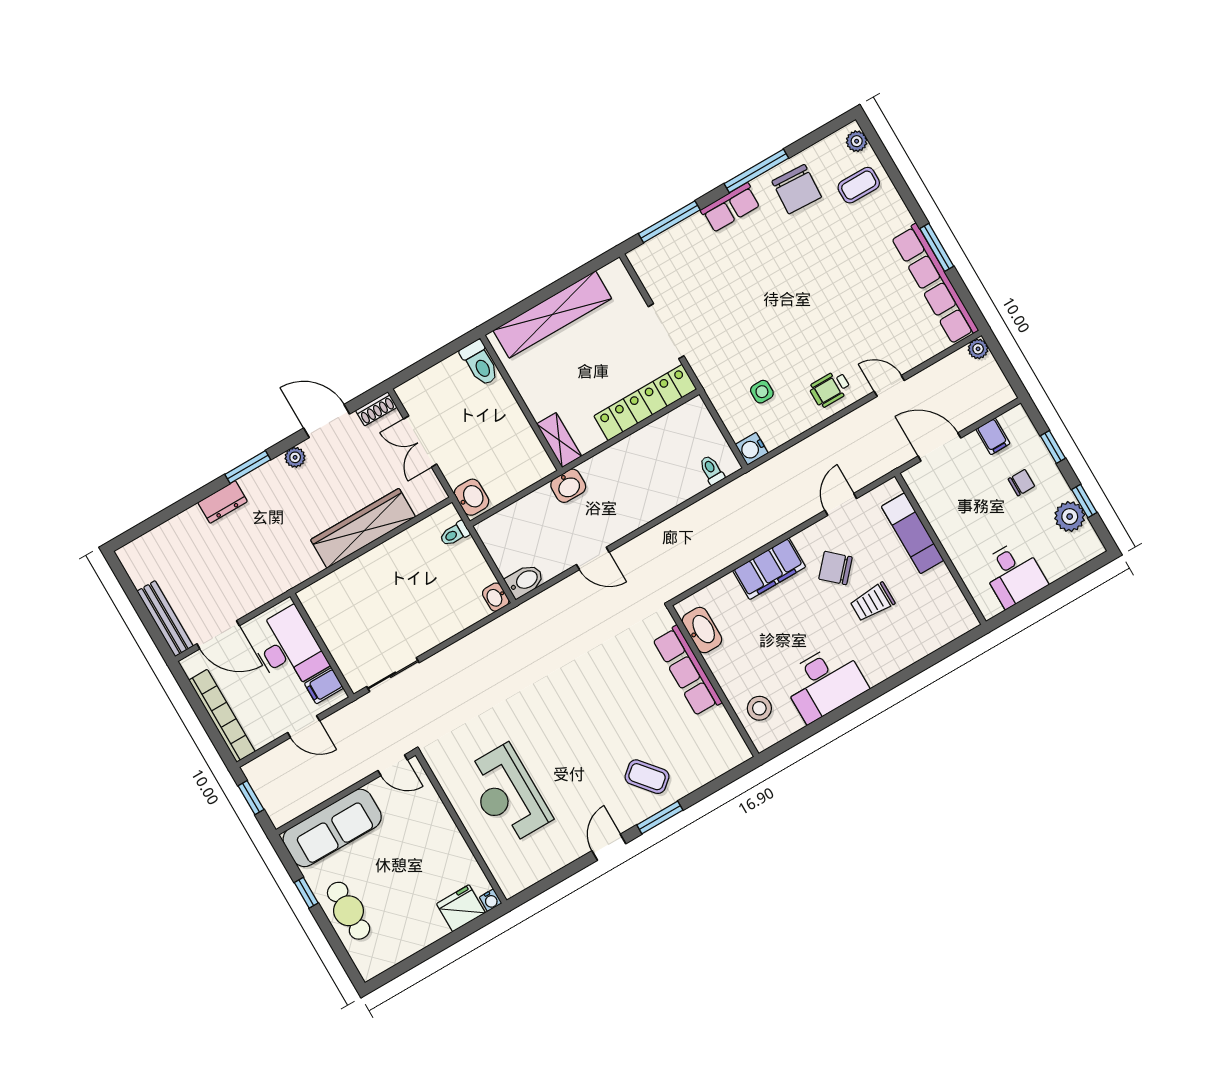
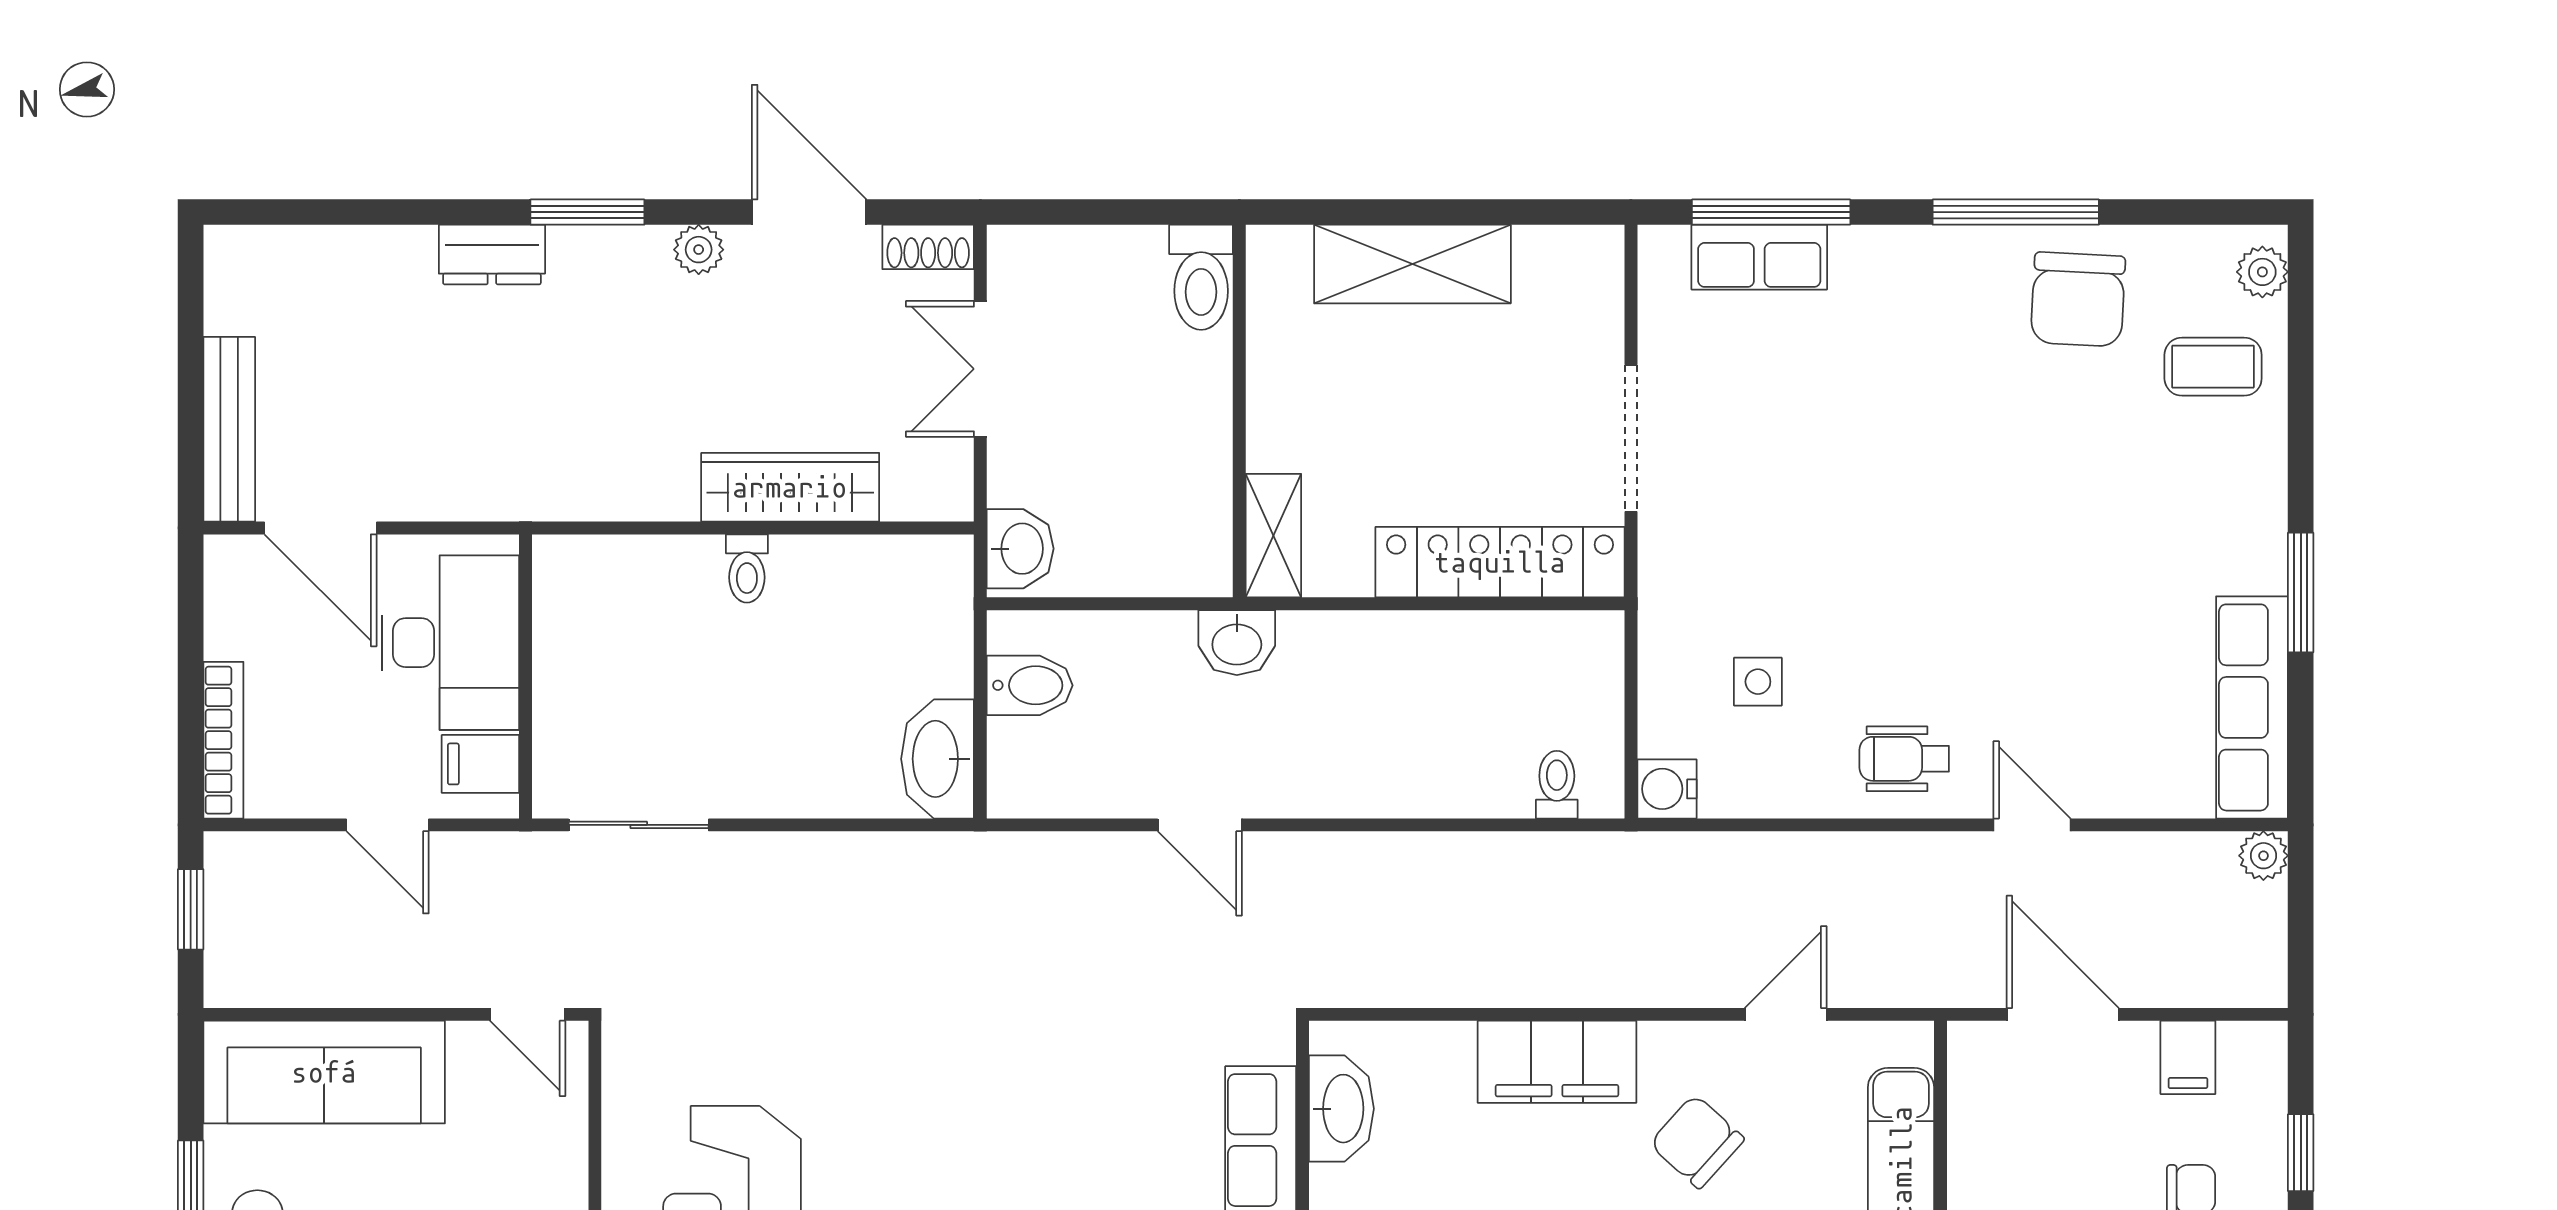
row of seats: (730, 208) -> (1759, 257), moved
row of seats: (935, 284) -> (2252, 707), width x0.73
shelving: (552, 315) -> (1412, 264), width x0.68
wardrobe: (363, 528) -> (790, 487), width x0.71, depth x0.85
toilet: (455, 534) -> (747, 569), moved, turned -90
bidet: (525, 581) -> (1030, 685), moved
washbasin: (496, 597) -> (938, 759), width x1.91, depth x1.45
bookcase: (222, 716) -> (223, 740), width x0.68, depth x0.76

